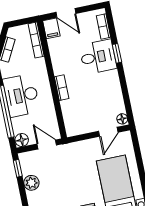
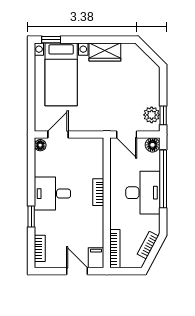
desk: (98, 57) -> (52, 194), moved
plant: (31, 183) -> (152, 115), moved

